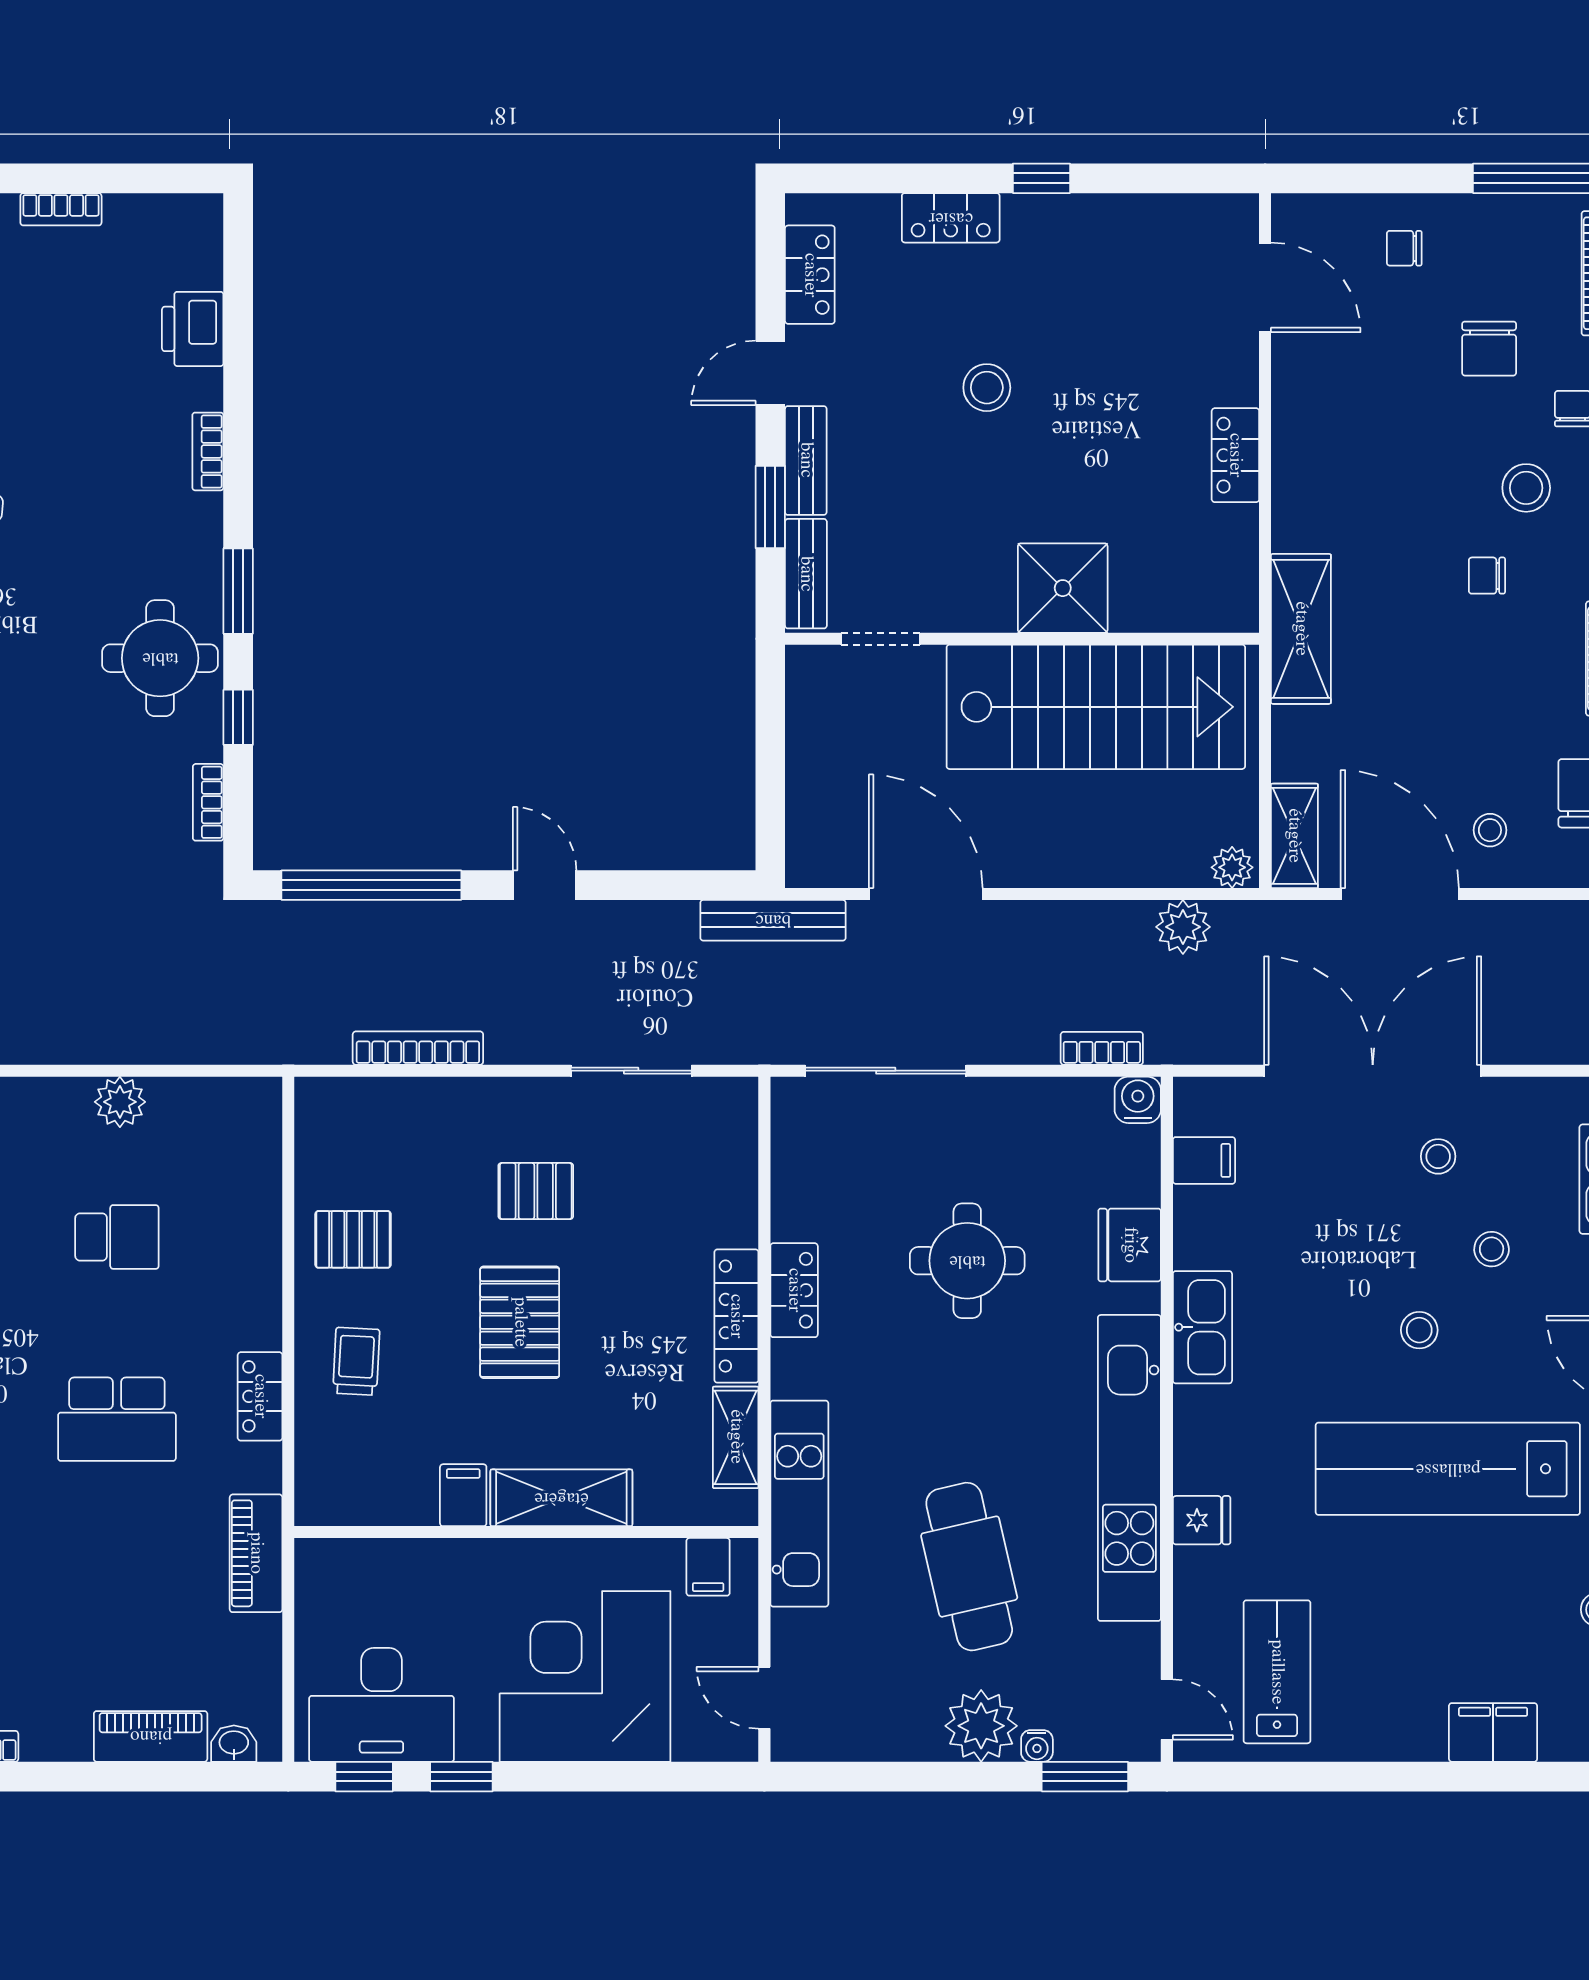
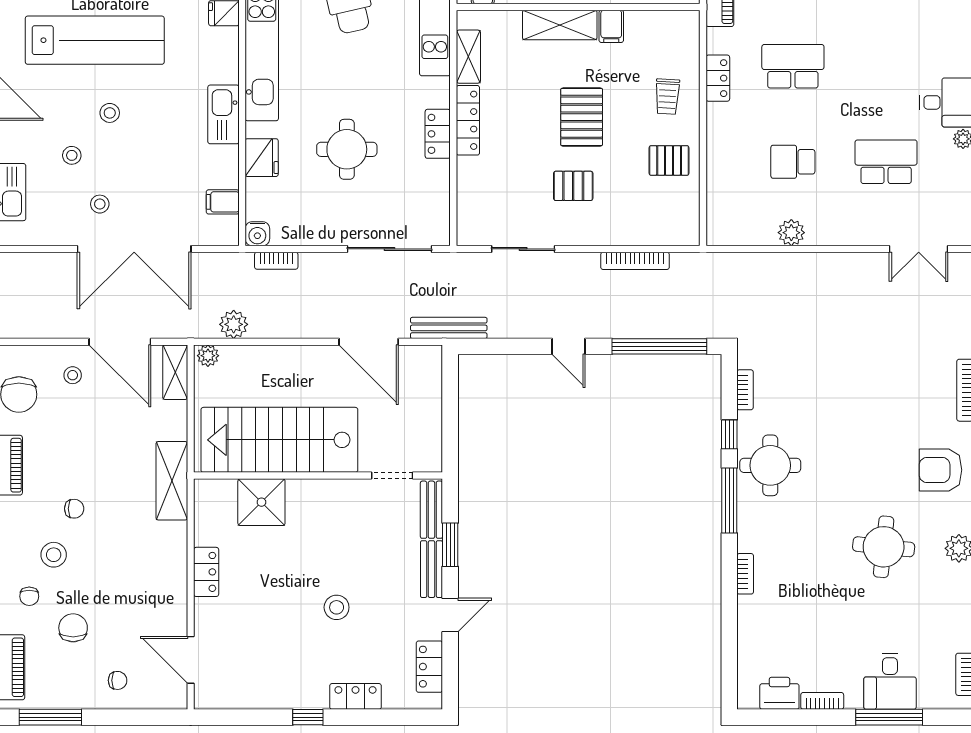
printer: (193, 329) -> (779, 693), moved, turned -90
shower: (1063, 588) -> (261, 502), moved
window: (238, 591) -> (729, 501), width x1.44

